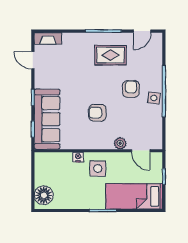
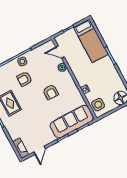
door: (141, 151) -> (60, 52), swing flipped
side table: (98, 168) -> (98, 105), moved

